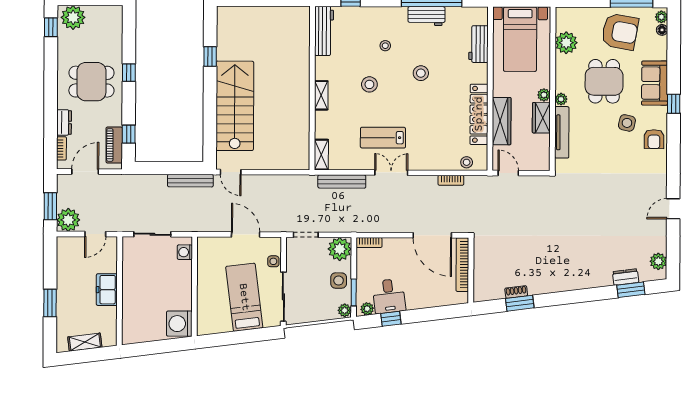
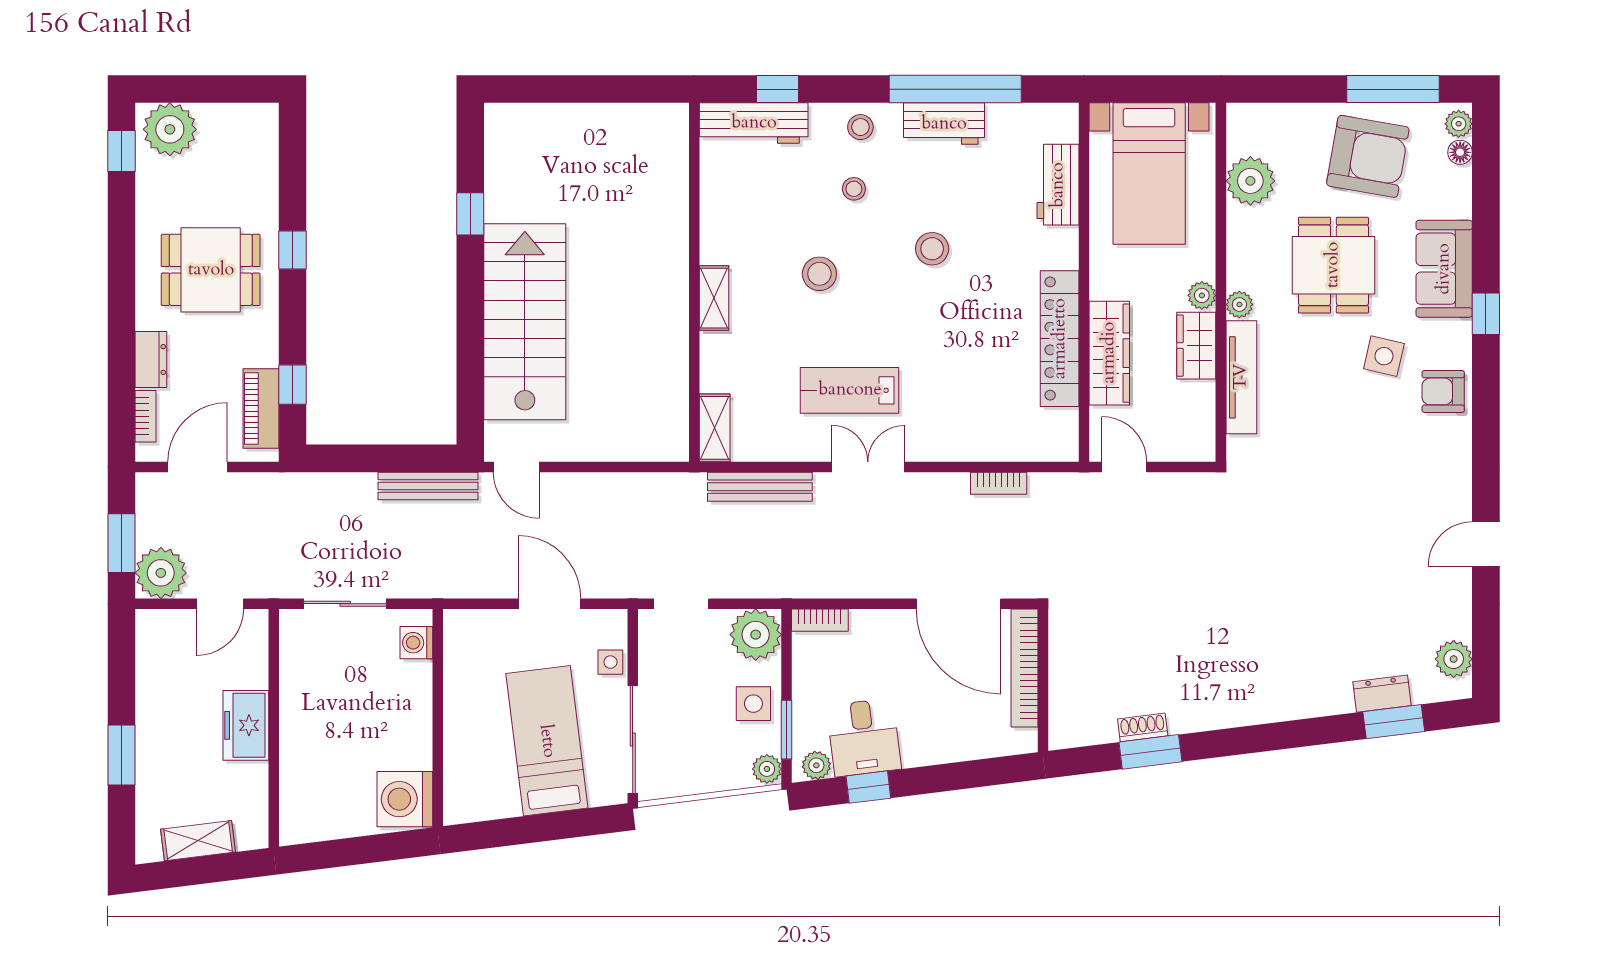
workbench: (324, 31) -> (754, 123), moved, turned 90
armchair: (654, 139) -> (1443, 391), turned 90
stool: (467, 162) -> (860, 127), moved

